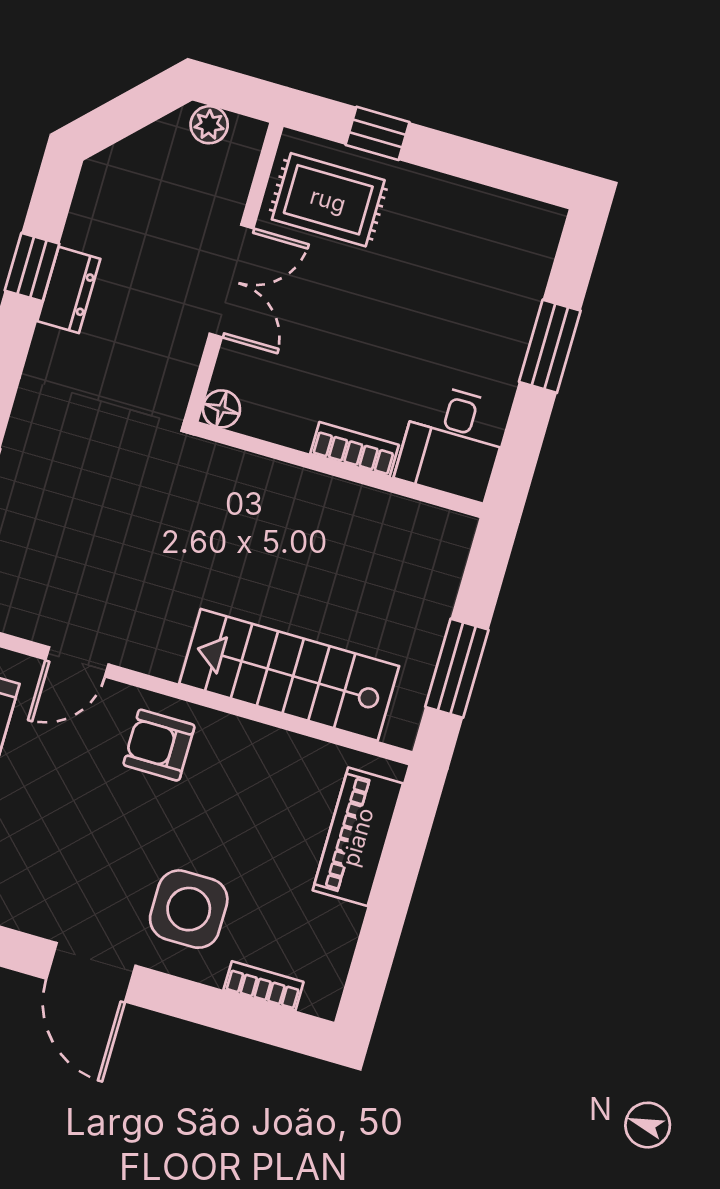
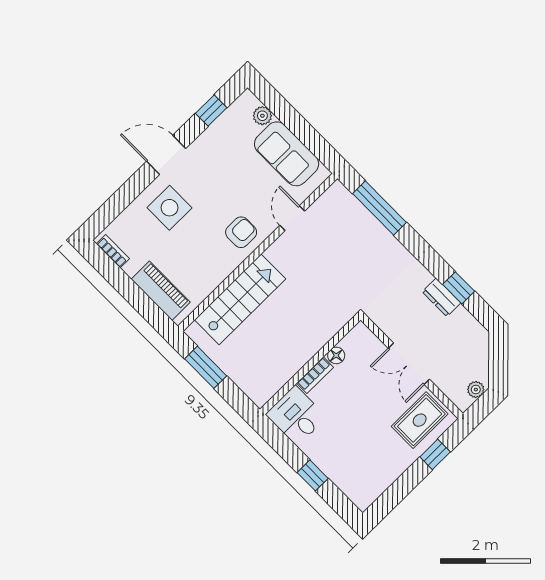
window: (550, 346) -> (313, 475), width x0.67
floor lamp: (221, 409) -> (336, 355), moved
bookcase: (264, 986) -> (113, 251), moved, turned -90

